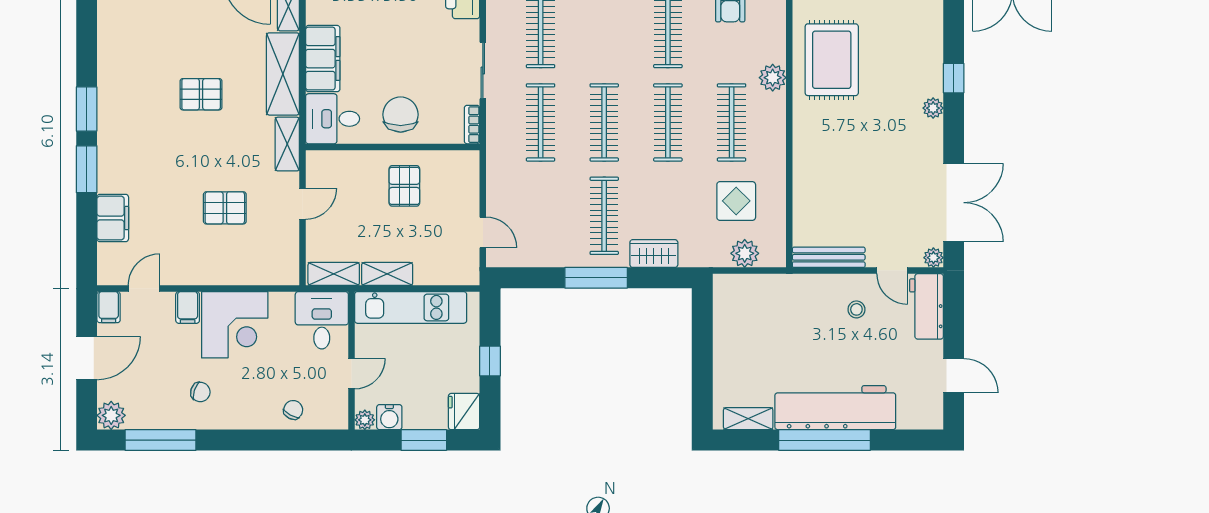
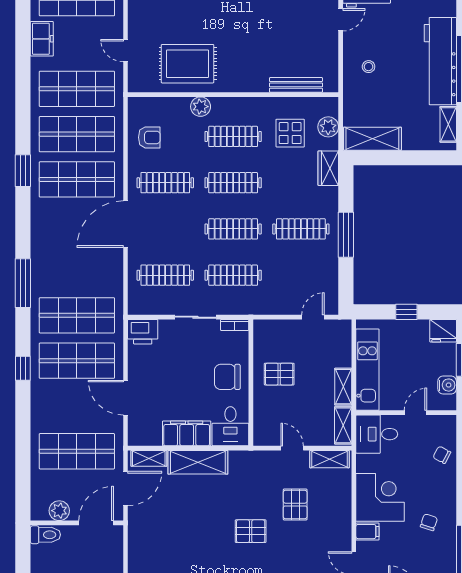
pallet: (201, 94) -> (251, 531), moved, turned 90
shelving: (287, 144) -> (330, 459), moved
wardrobe: (654, 254) -> (328, 168), moved
bench: (829, 257) -> (296, 85), moved, turned 90
stool: (856, 309) -> (369, 67), moved
shelving: (728, 314) -> (372, 139), added
door: (351, 374) -> (416, 413), hinge flipped
plant: (365, 420) -> (449, 403), removed

